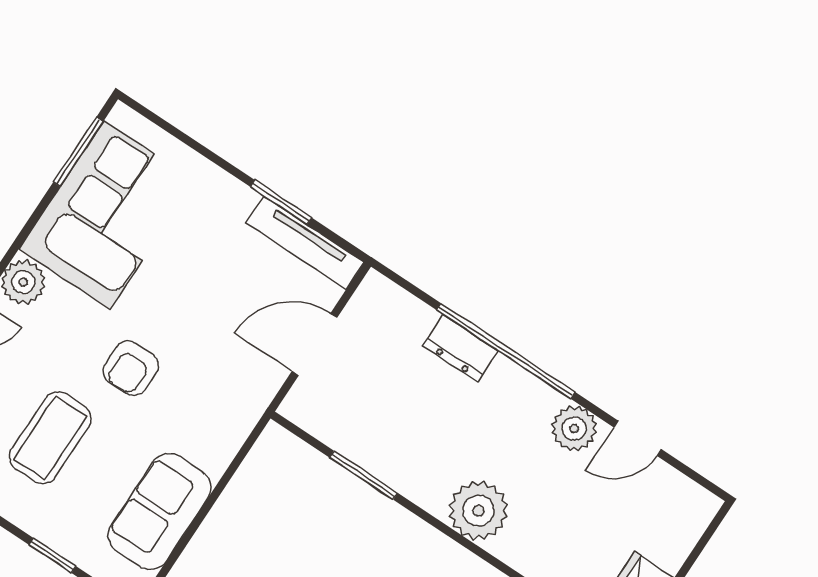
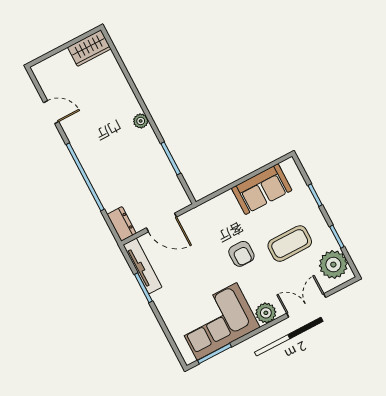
dresser: (460, 348) -> (122, 224), moved
armchair: (131, 368) -> (241, 254), turned 90
plant: (574, 428) -> (75, 130), removed
plant: (478, 511) -> (141, 121), width x0.53, depth x0.53

